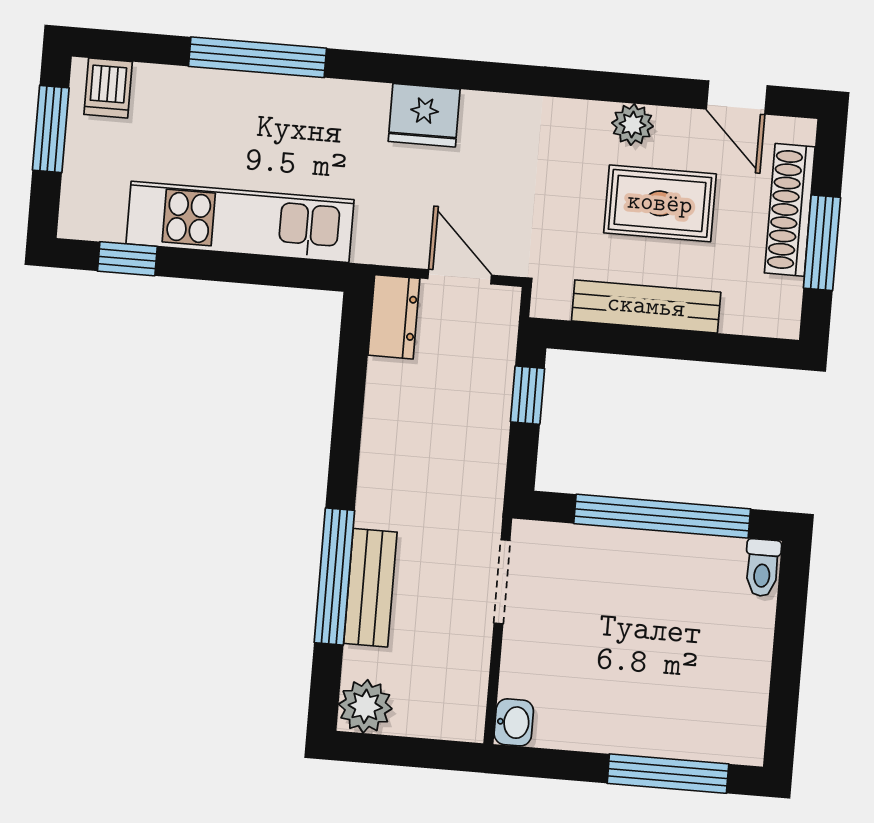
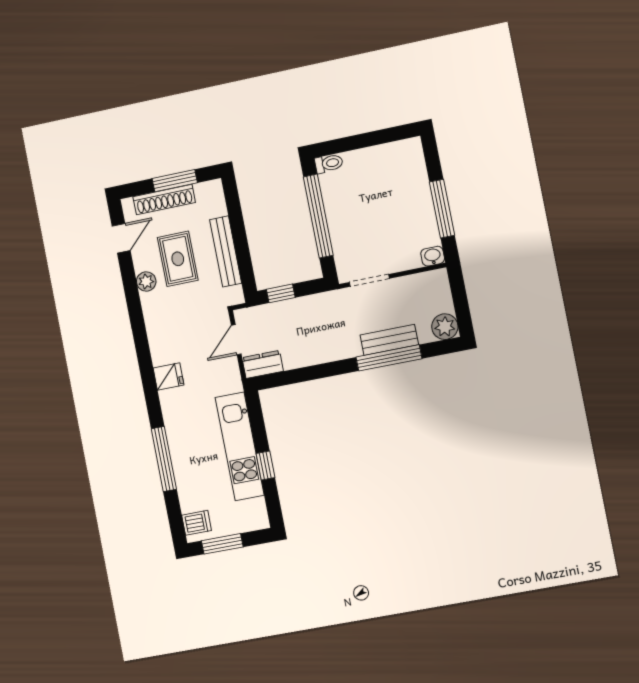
fridge: (424, 115) -> (168, 376), width x0.72
window: (127, 259) -> (265, 466), moved
window: (668, 774) -> (442, 209), moved

